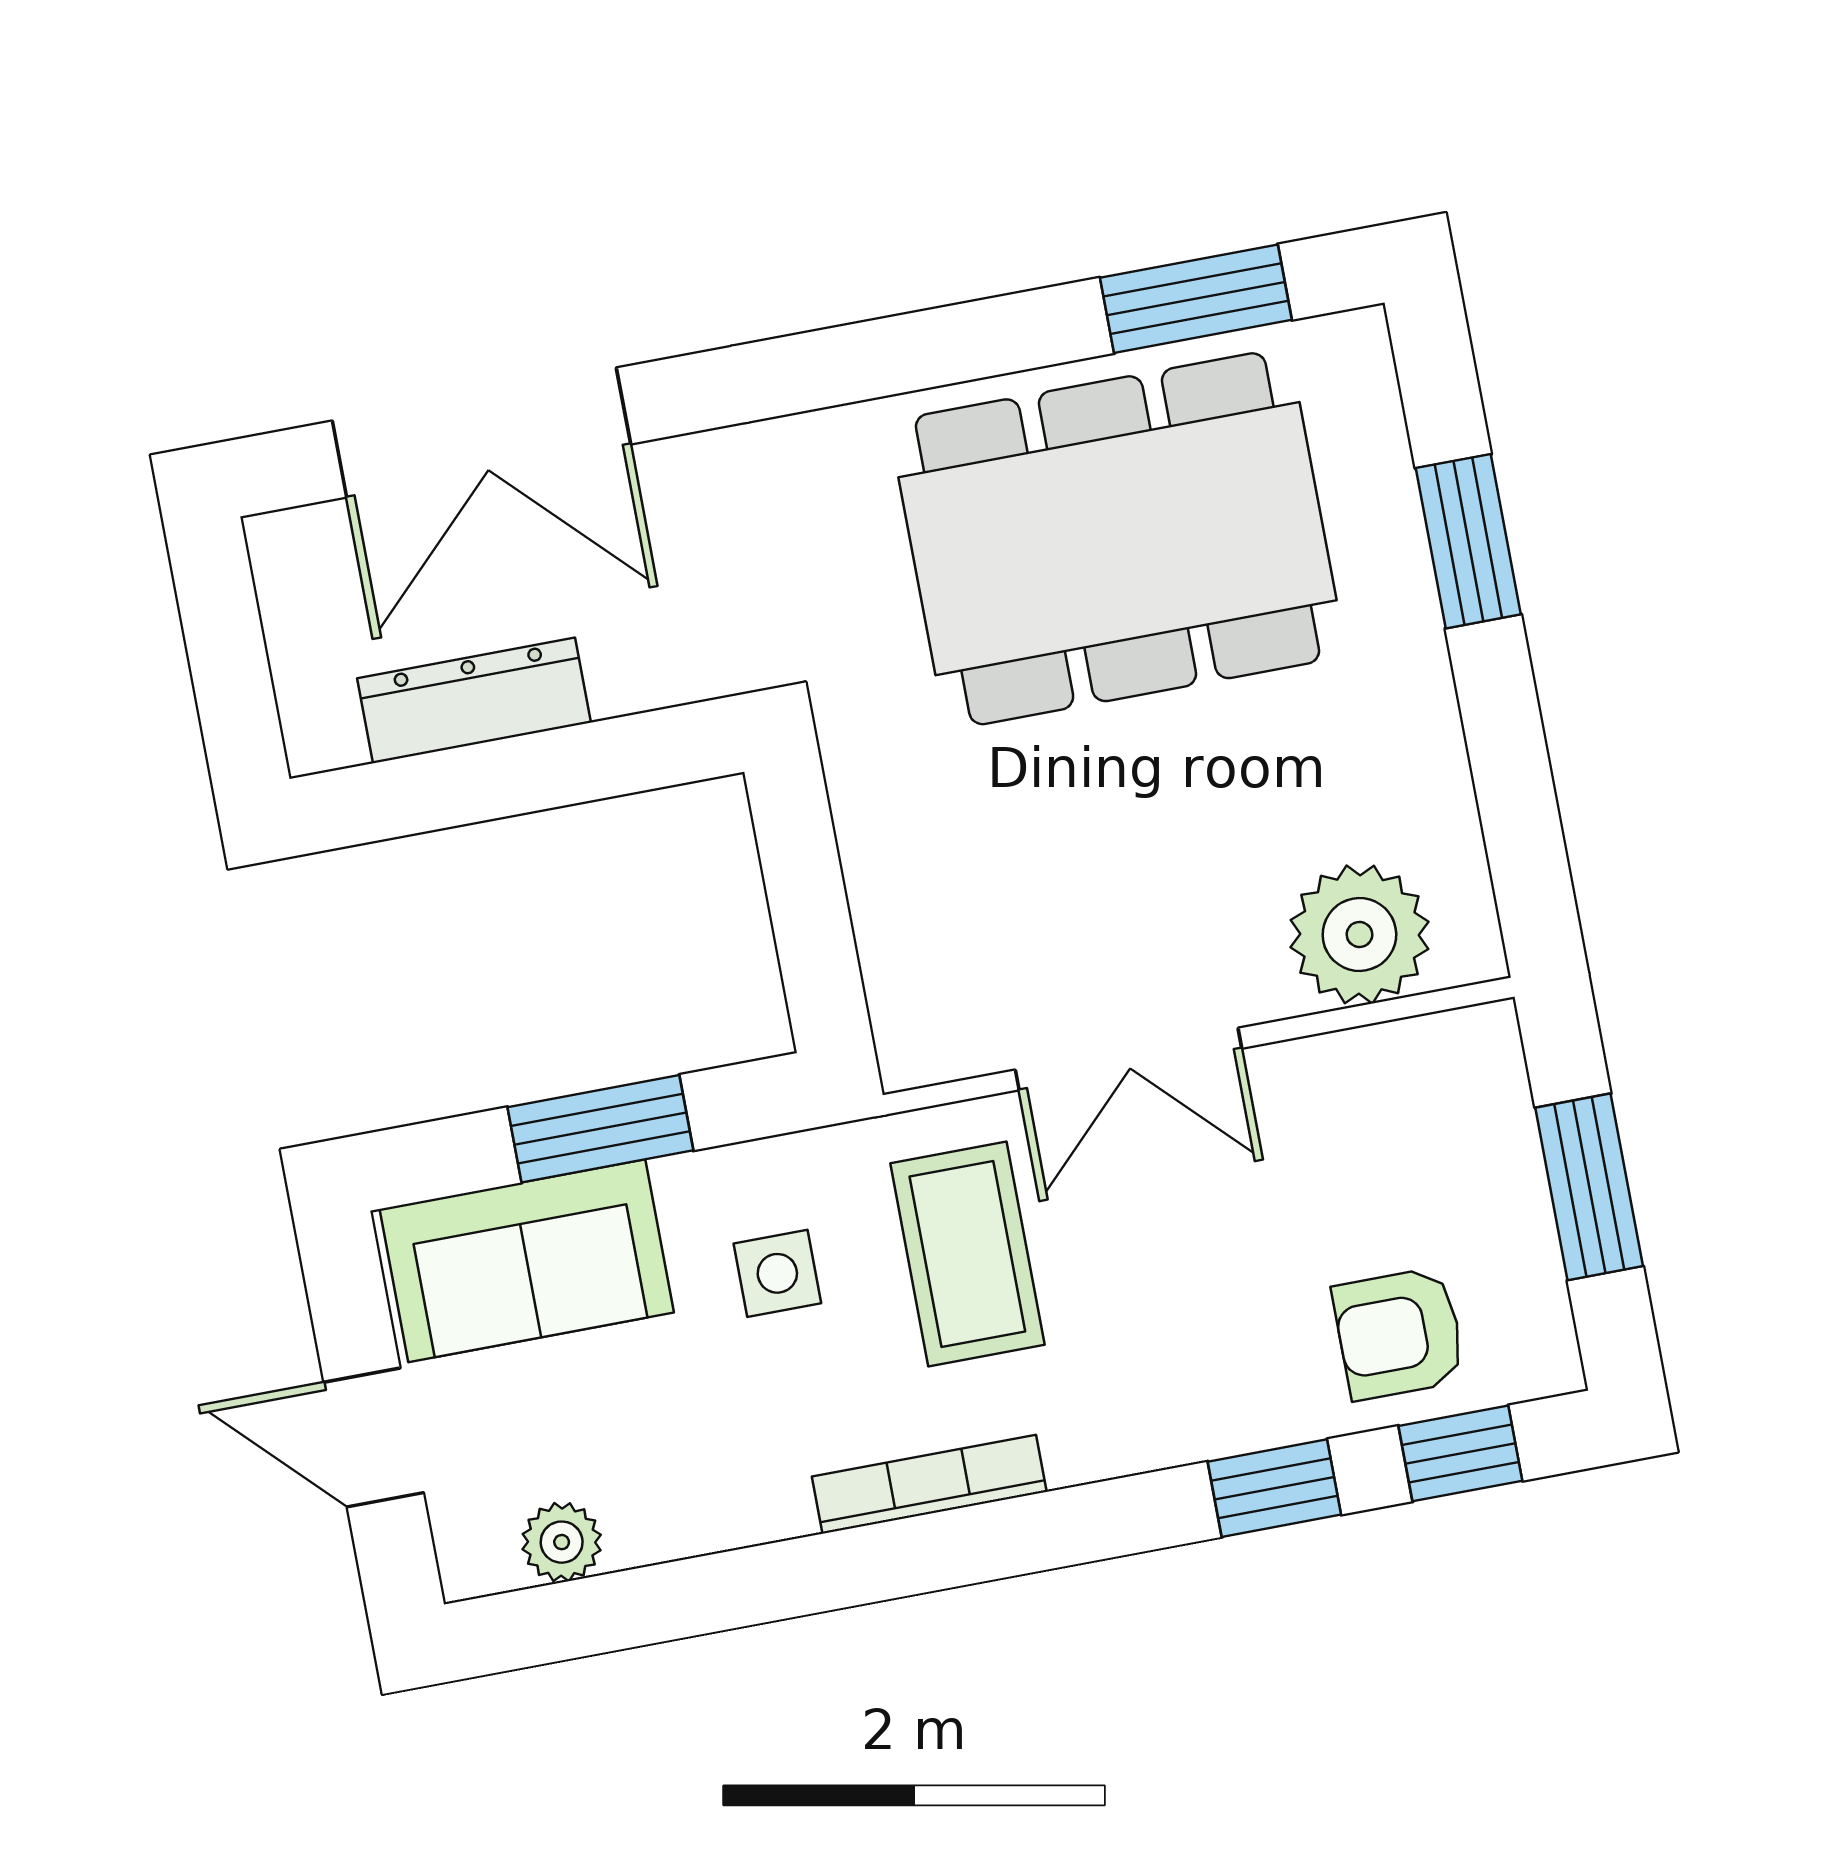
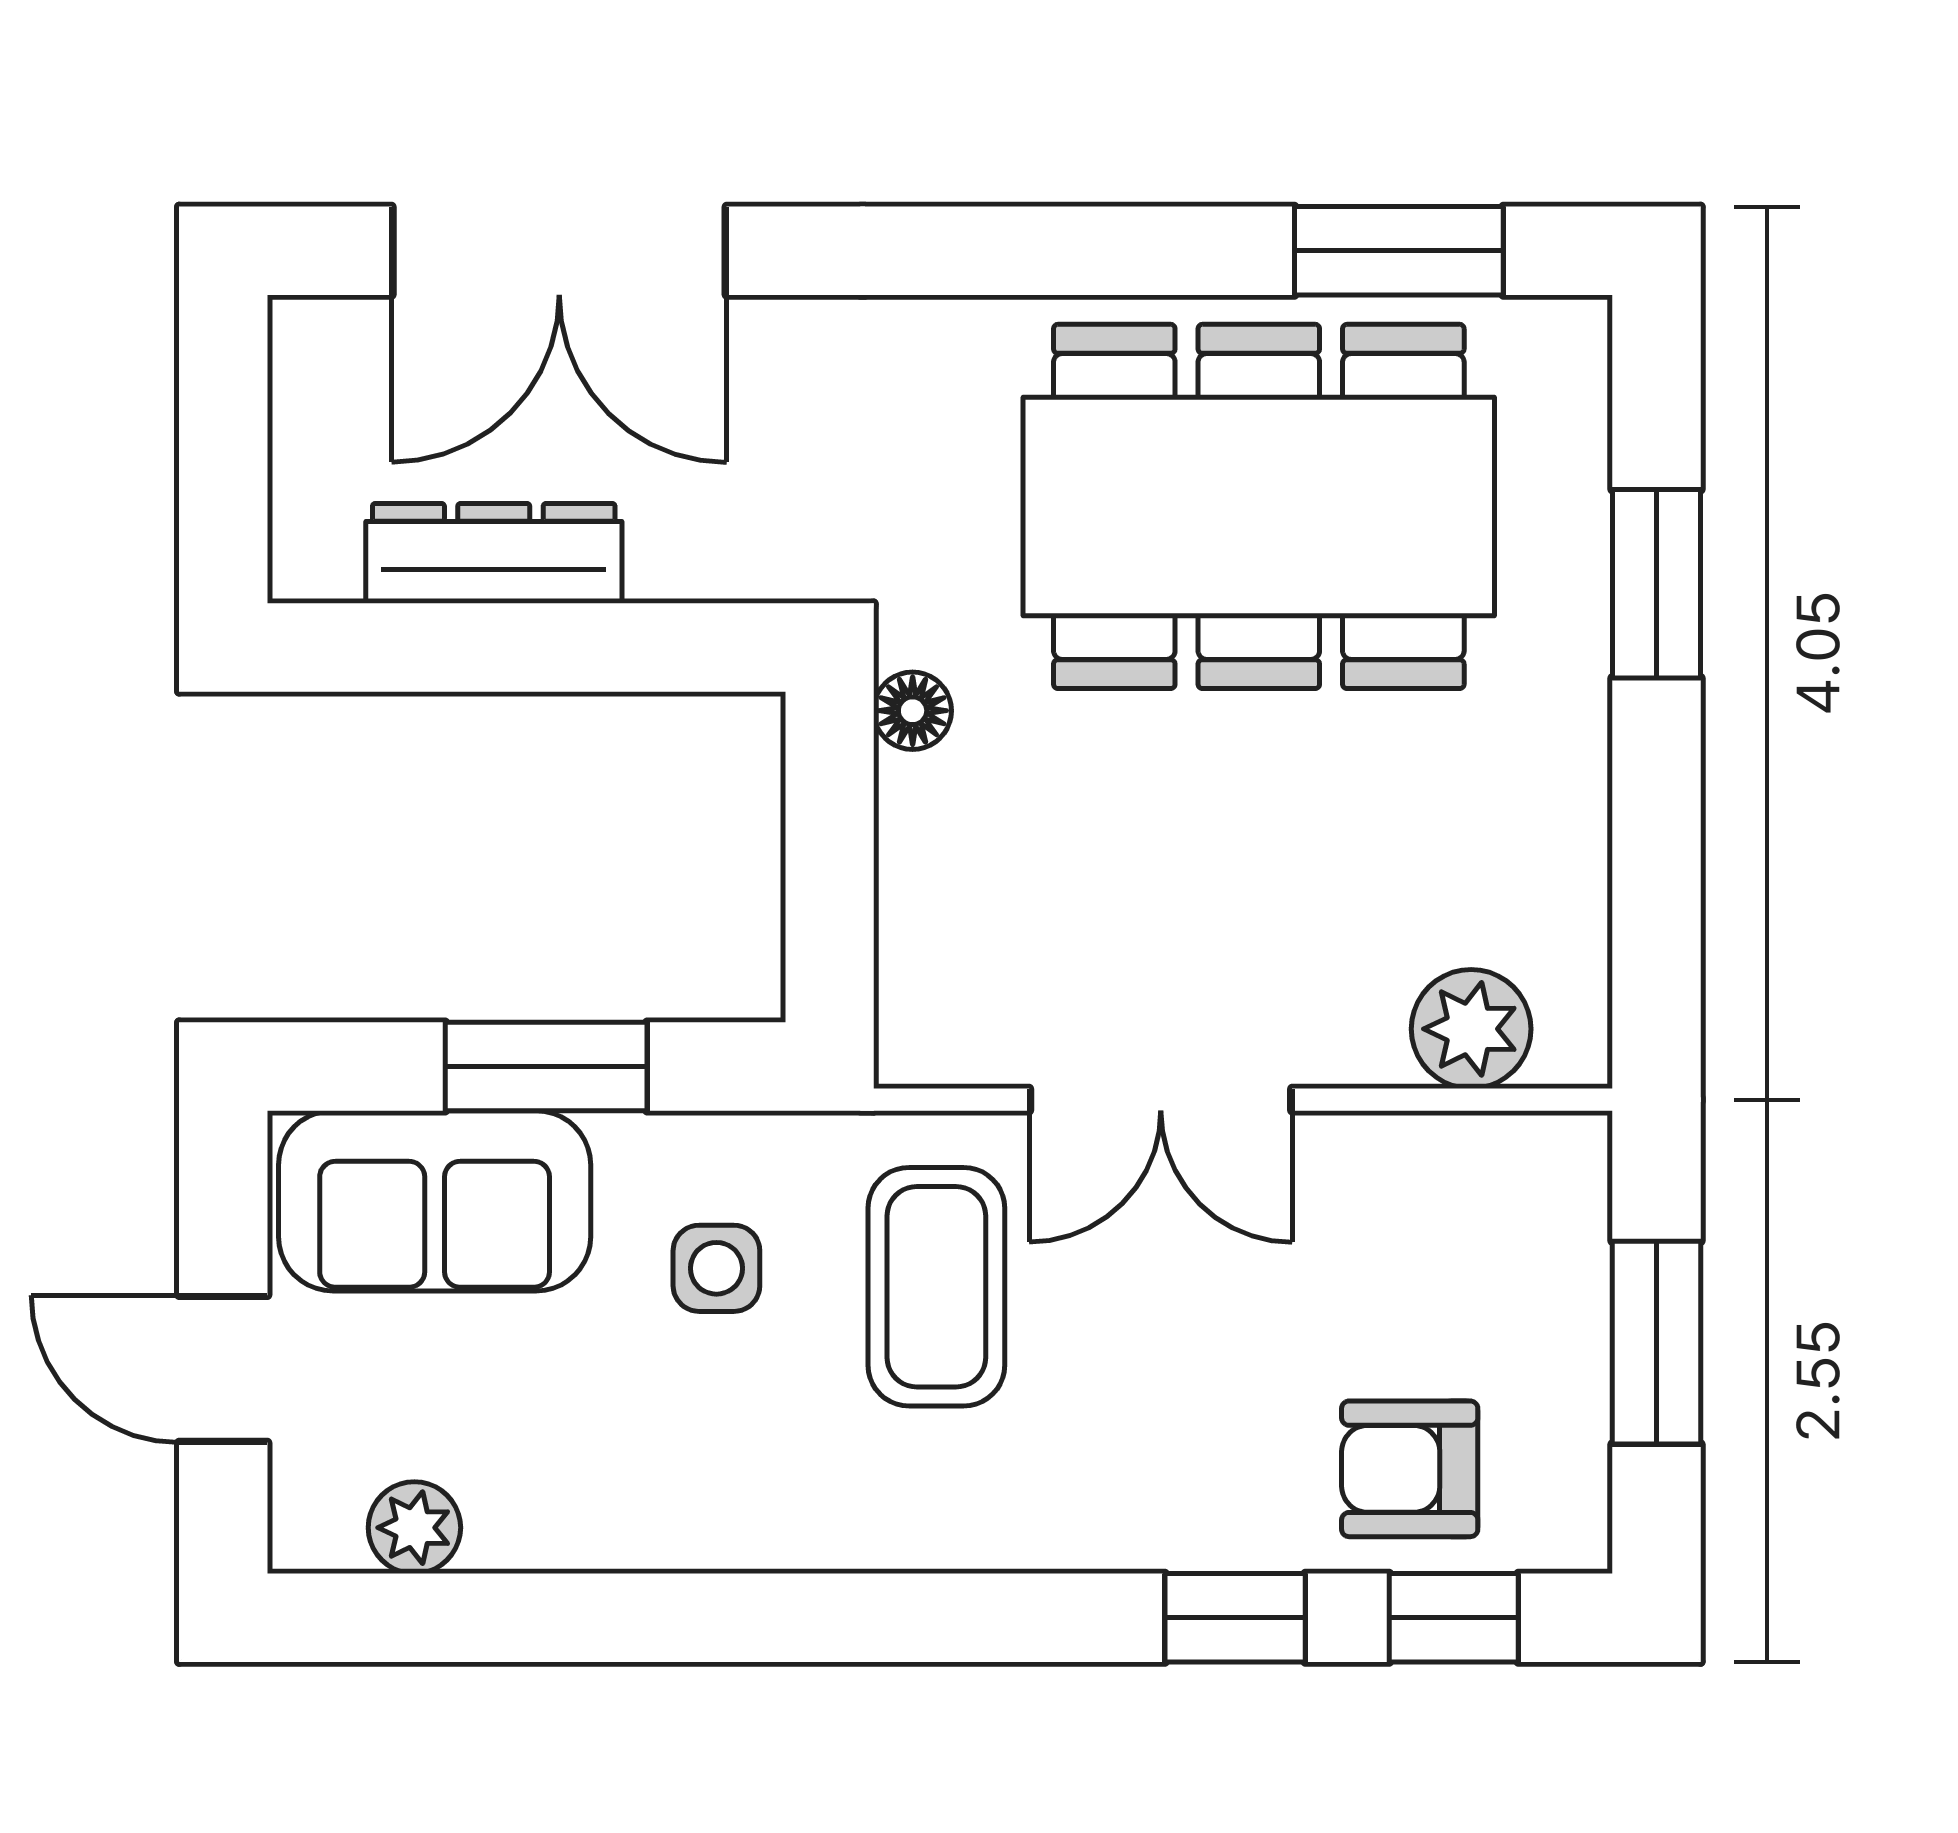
floor lamp: (855, 768) -> (913, 711), added
plant: (1359, 935) -> (1471, 1029), width x0.73, depth x0.73
bookcase: (929, 1484) -> (844, 1540), removed

